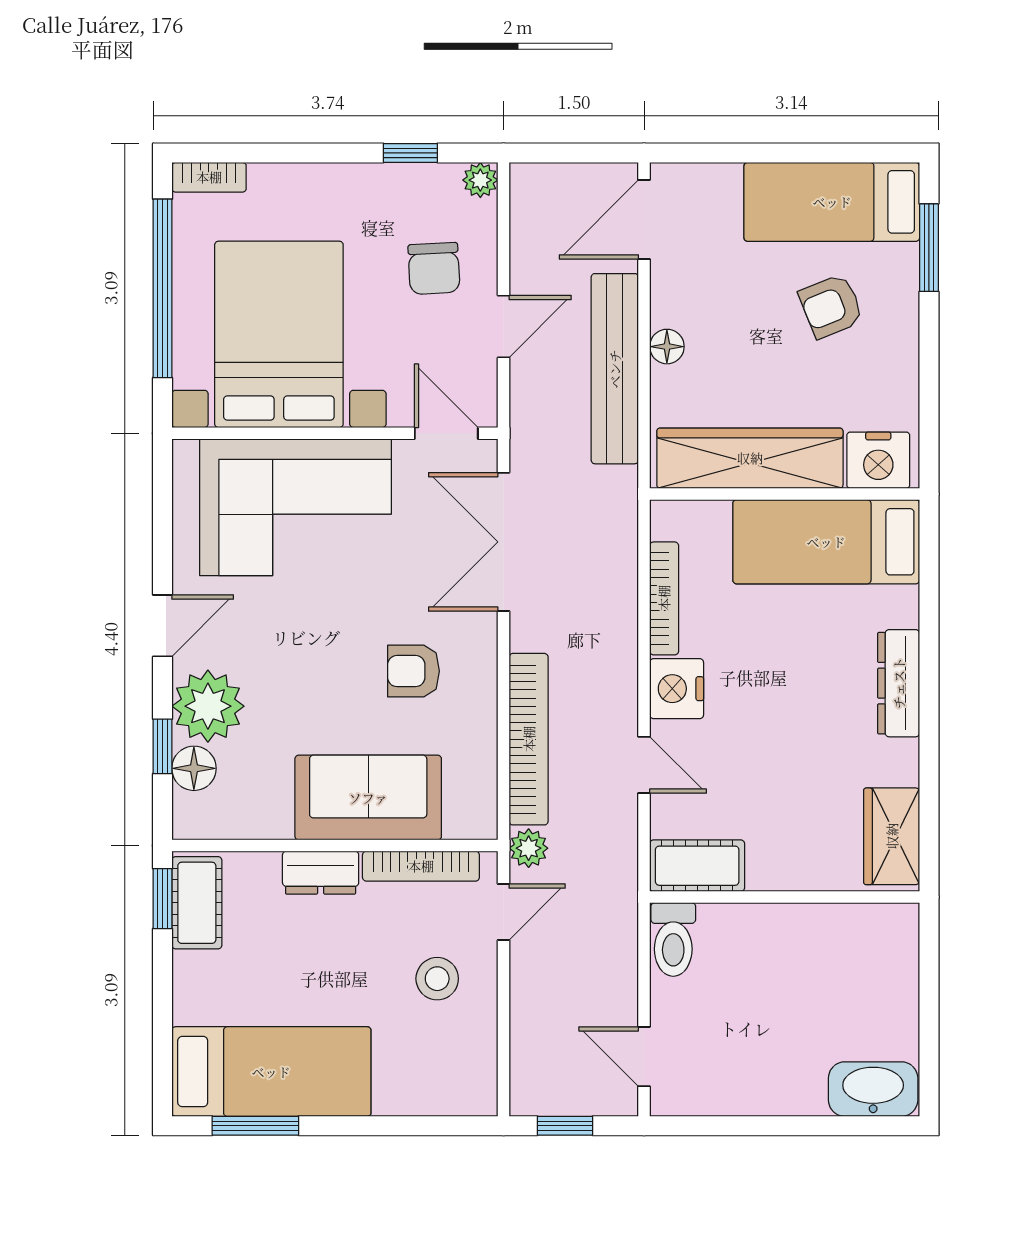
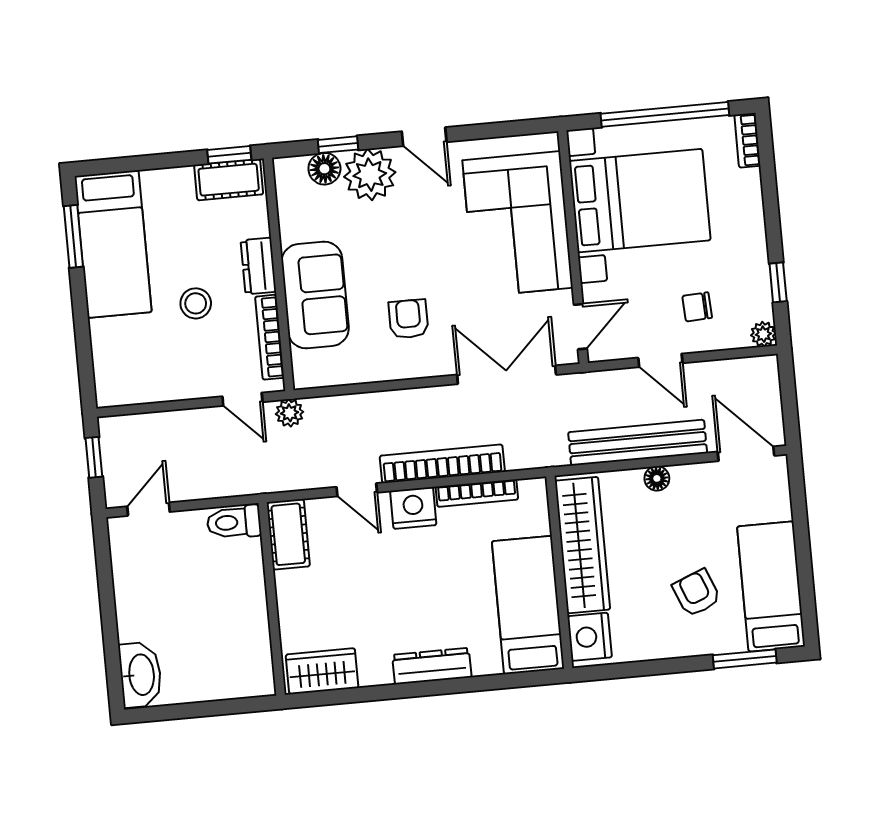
chair: (434, 268) -> (697, 307), width x0.73, depth x0.73
bookcase: (529, 739) -> (442, 464), moved, turned 180
door: (644, 765) -> (357, 490), hinge flipped
stool: (437, 979) -> (196, 303), moved

